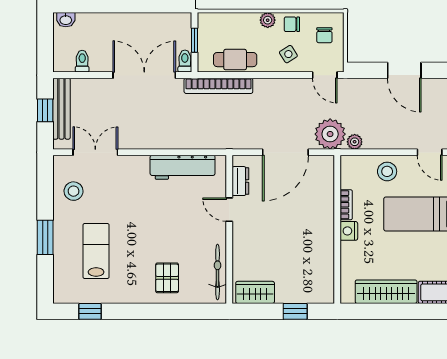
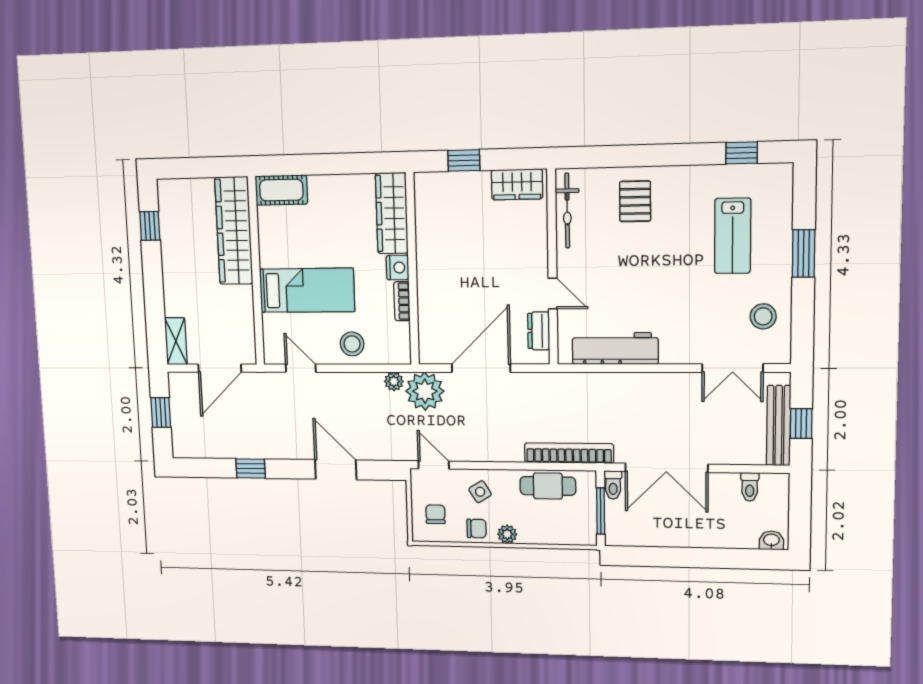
window: (195, 40) -> (601, 511), width x1.50
wardrobe: (386, 292) -> (392, 213), moved, turned 90

